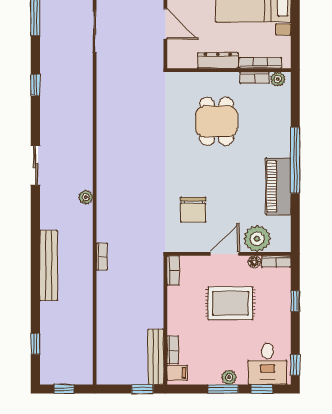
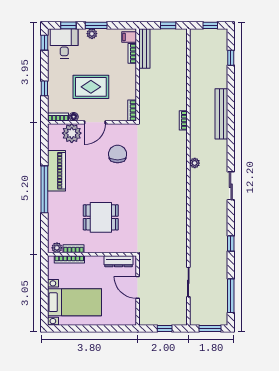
dresser: (218, 60) -> (119, 261), moved
dining table: (216, 121) -> (101, 217), turned 90
window: (142, 389) -> (168, 25), moved

